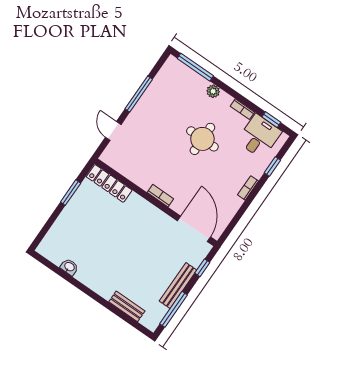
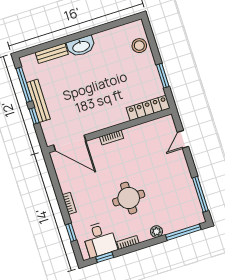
window: (139, 94) -> (200, 194), moved
door: (113, 131) -> (183, 139), swing flipped
stool: (60, 234) -> (139, 46), added
washbasin: (69, 267) -> (81, 46), moved, width x1.91, depth x1.45
window: (202, 268) -> (34, 116), moved

